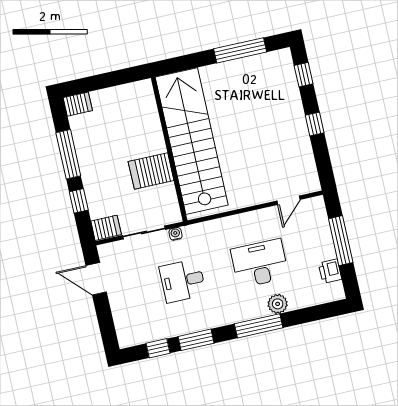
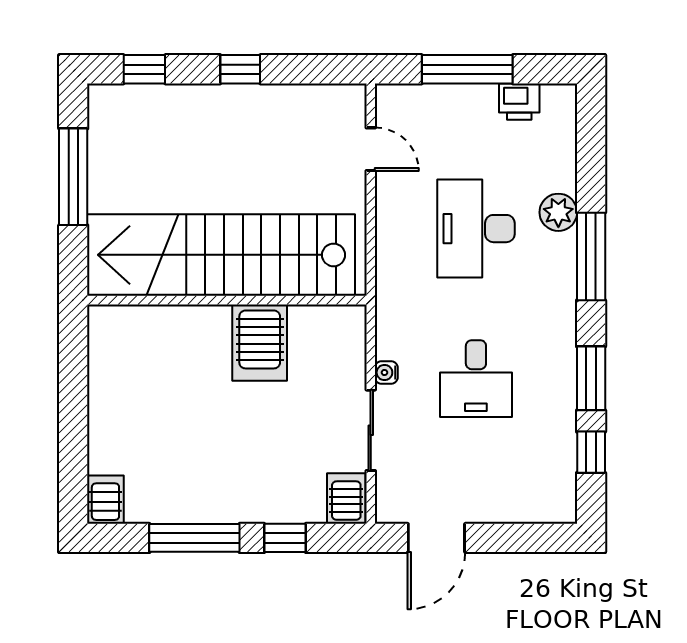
stairs: (192, 141) -> (221, 255), moved
wall: (169, 149) -> (227, 300), moved
server rack: (151, 171) -> (260, 343), moved

